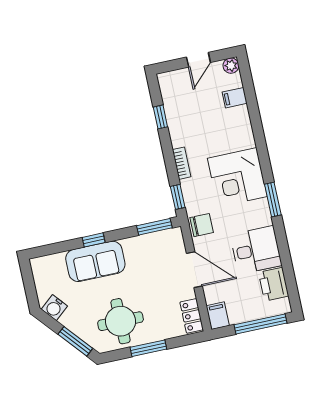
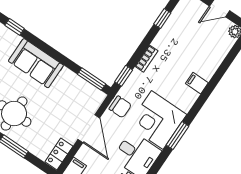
filing cabinet: (235, 98) -> (197, 83), moved
corner desk: (237, 177) -> (157, 120), moved
window: (94, 240) -> (15, 27), moved

